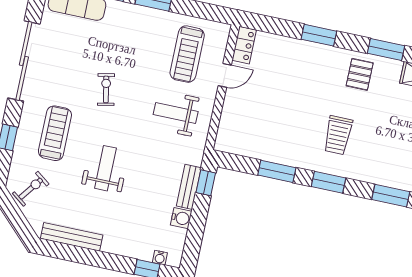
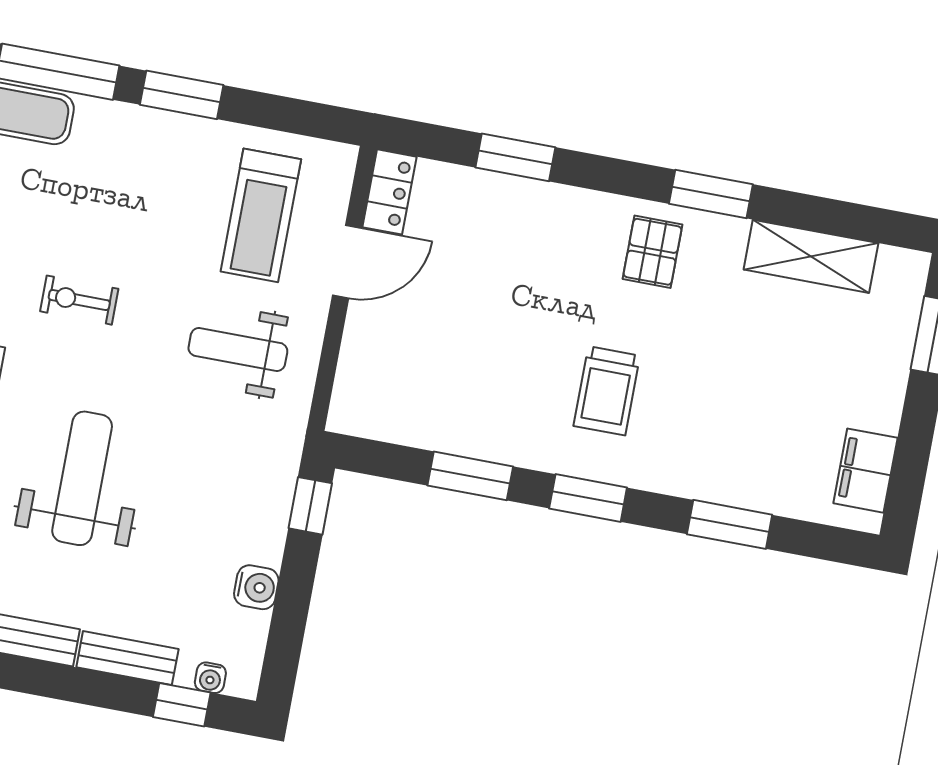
window: (319, 35) -> (515, 157), moved
door: (225, 75) -> (347, 262), width x1.38
exercise bike: (106, 89) -> (79, 300), turned -79
weight bench: (105, 168) -> (82, 478), width x1.36, depth x1.33
bench: (189, 187) -> (127, 658), moved, turned 90

